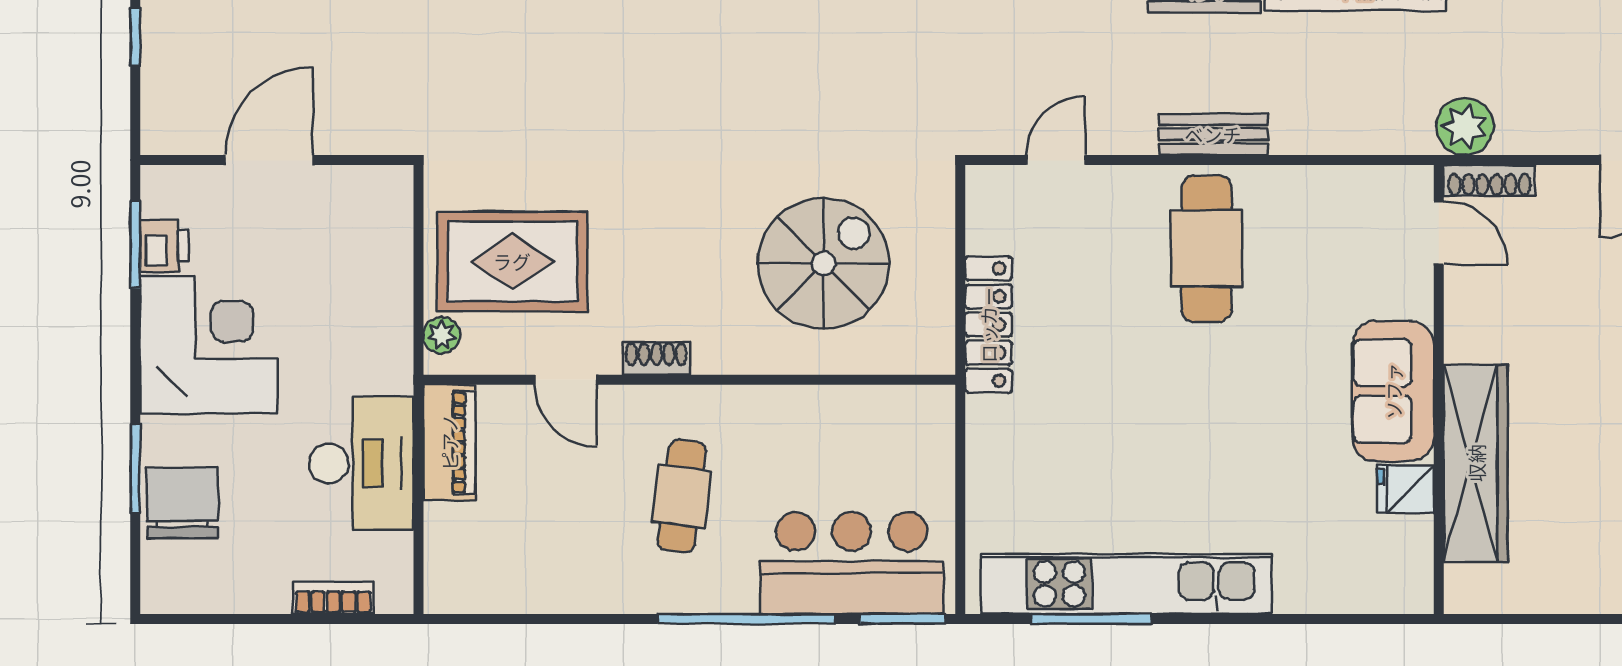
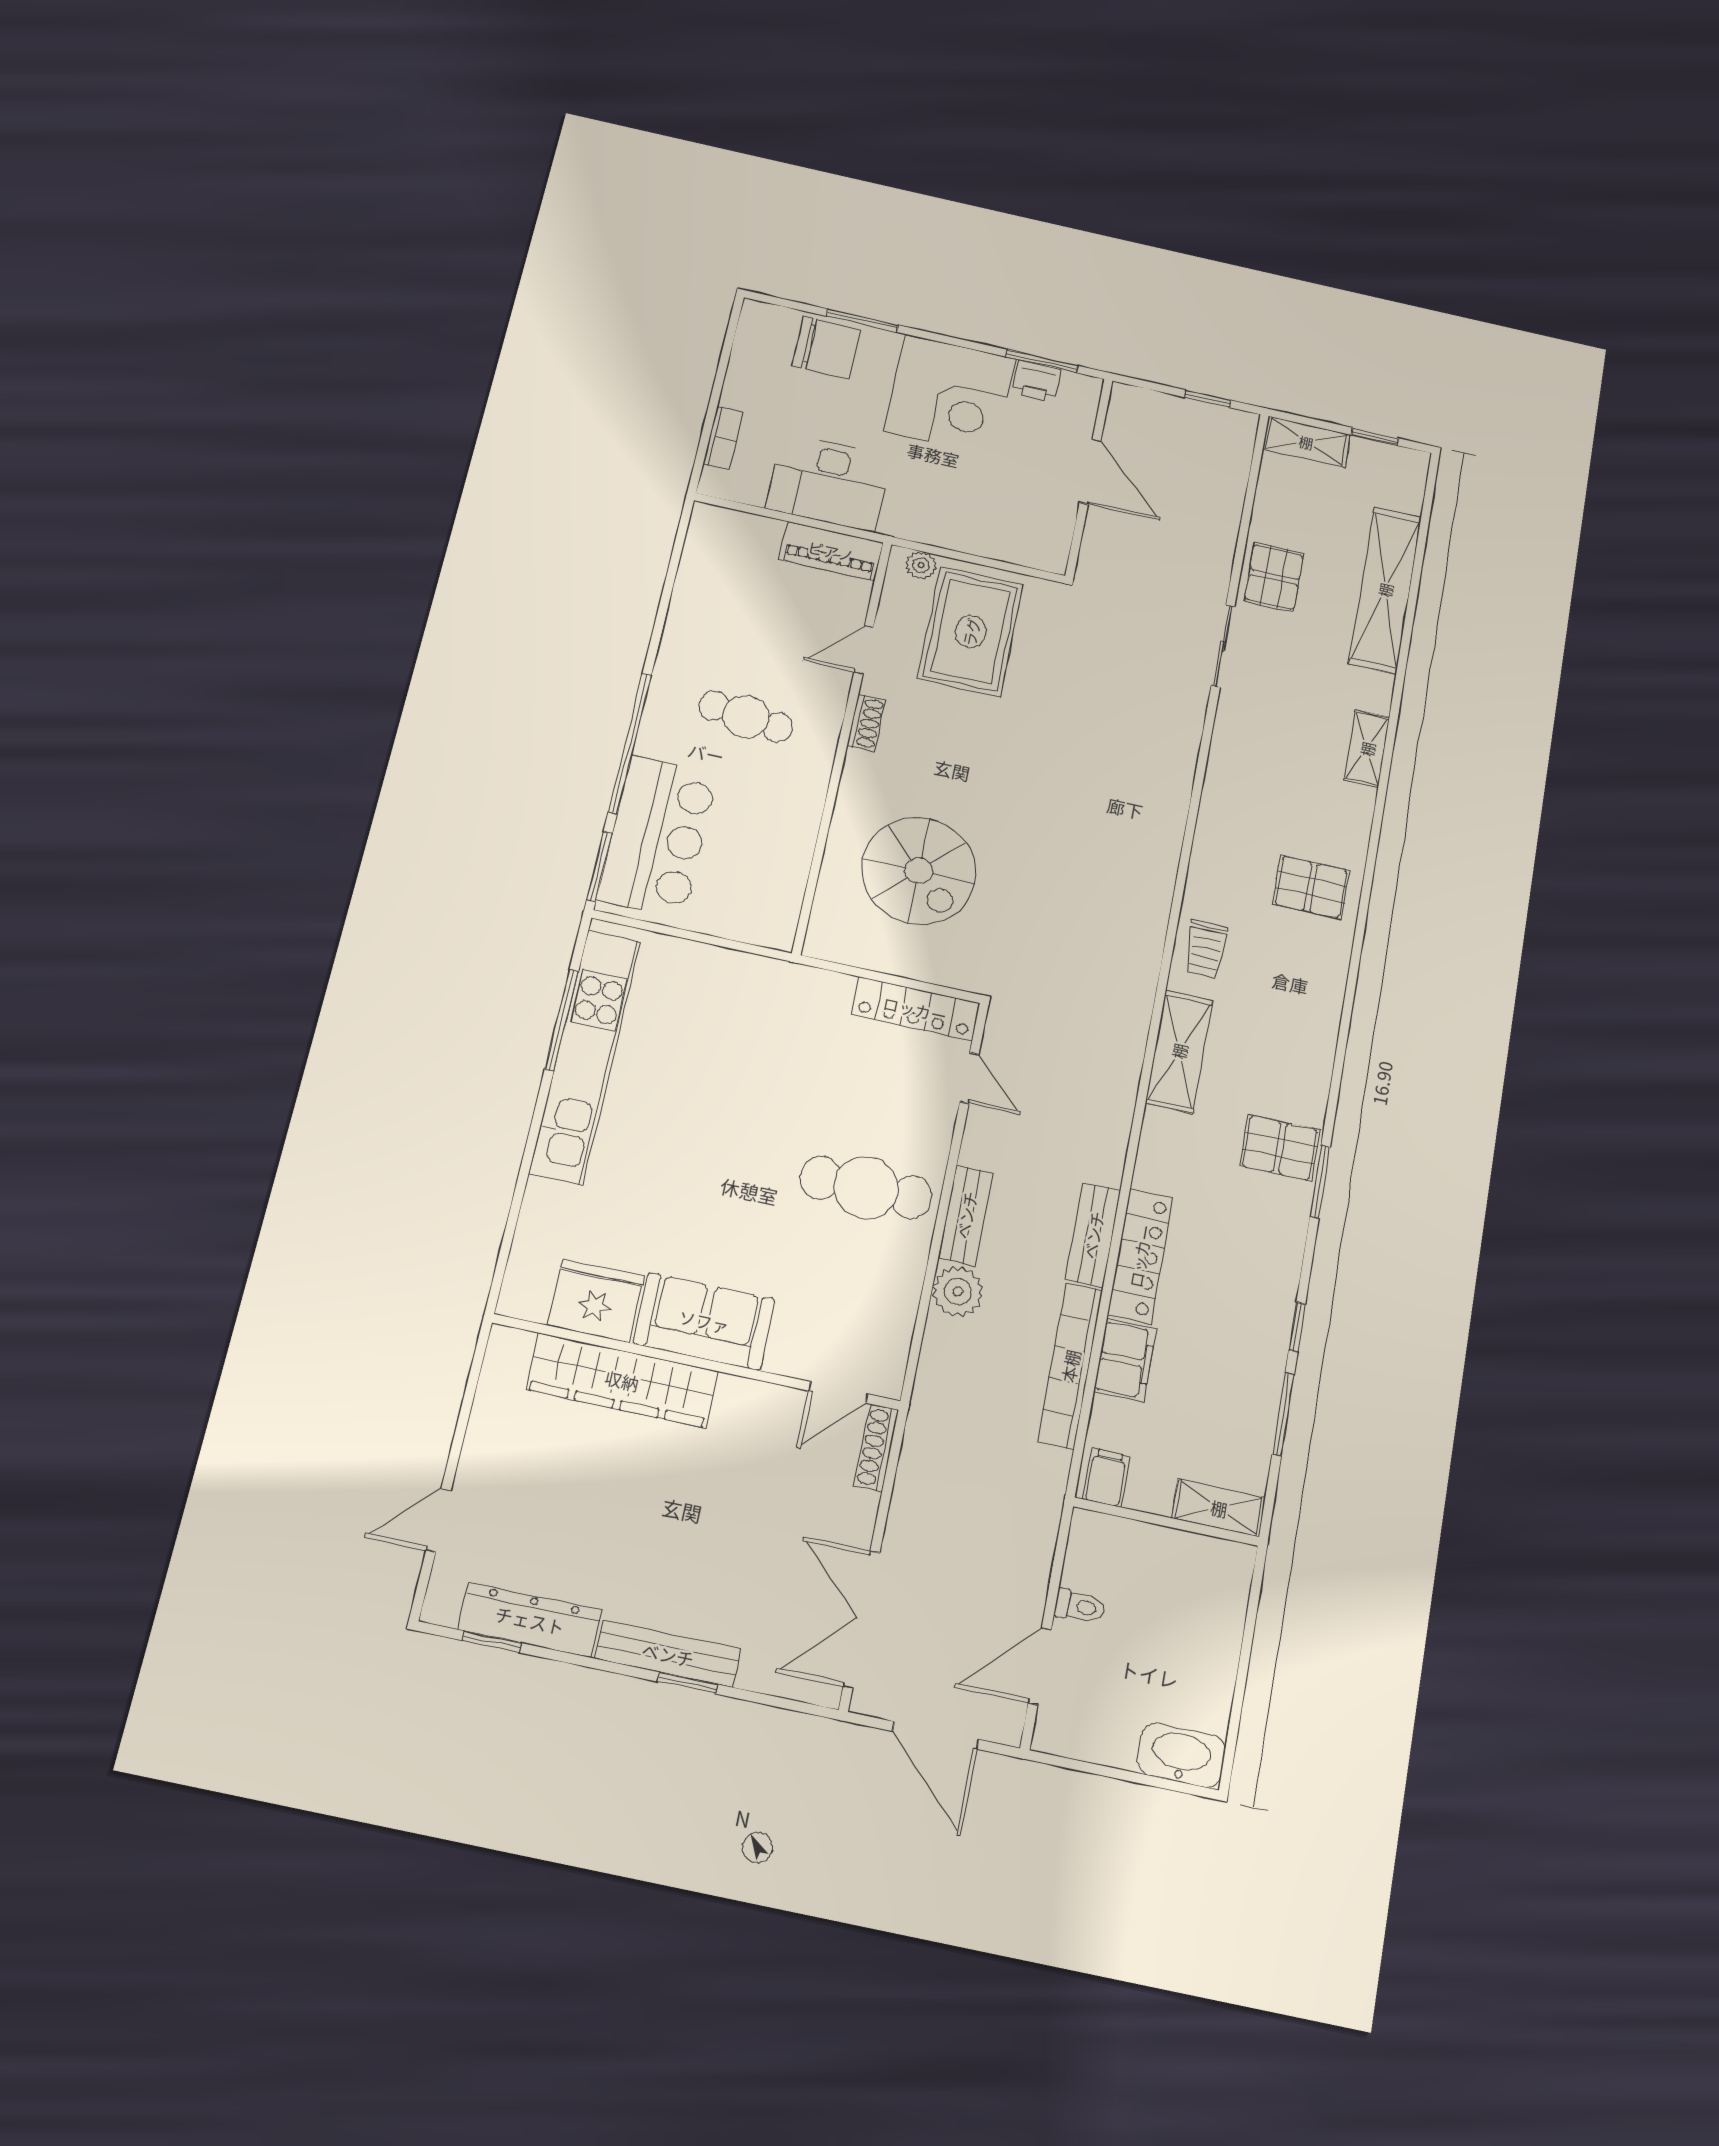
plant: (1465, 127) -> (958, 1291), moved
locker: (988, 325) -> (915, 1009), moved
fridge: (1405, 489) -> (596, 1301), width x1.88, depth x1.34

